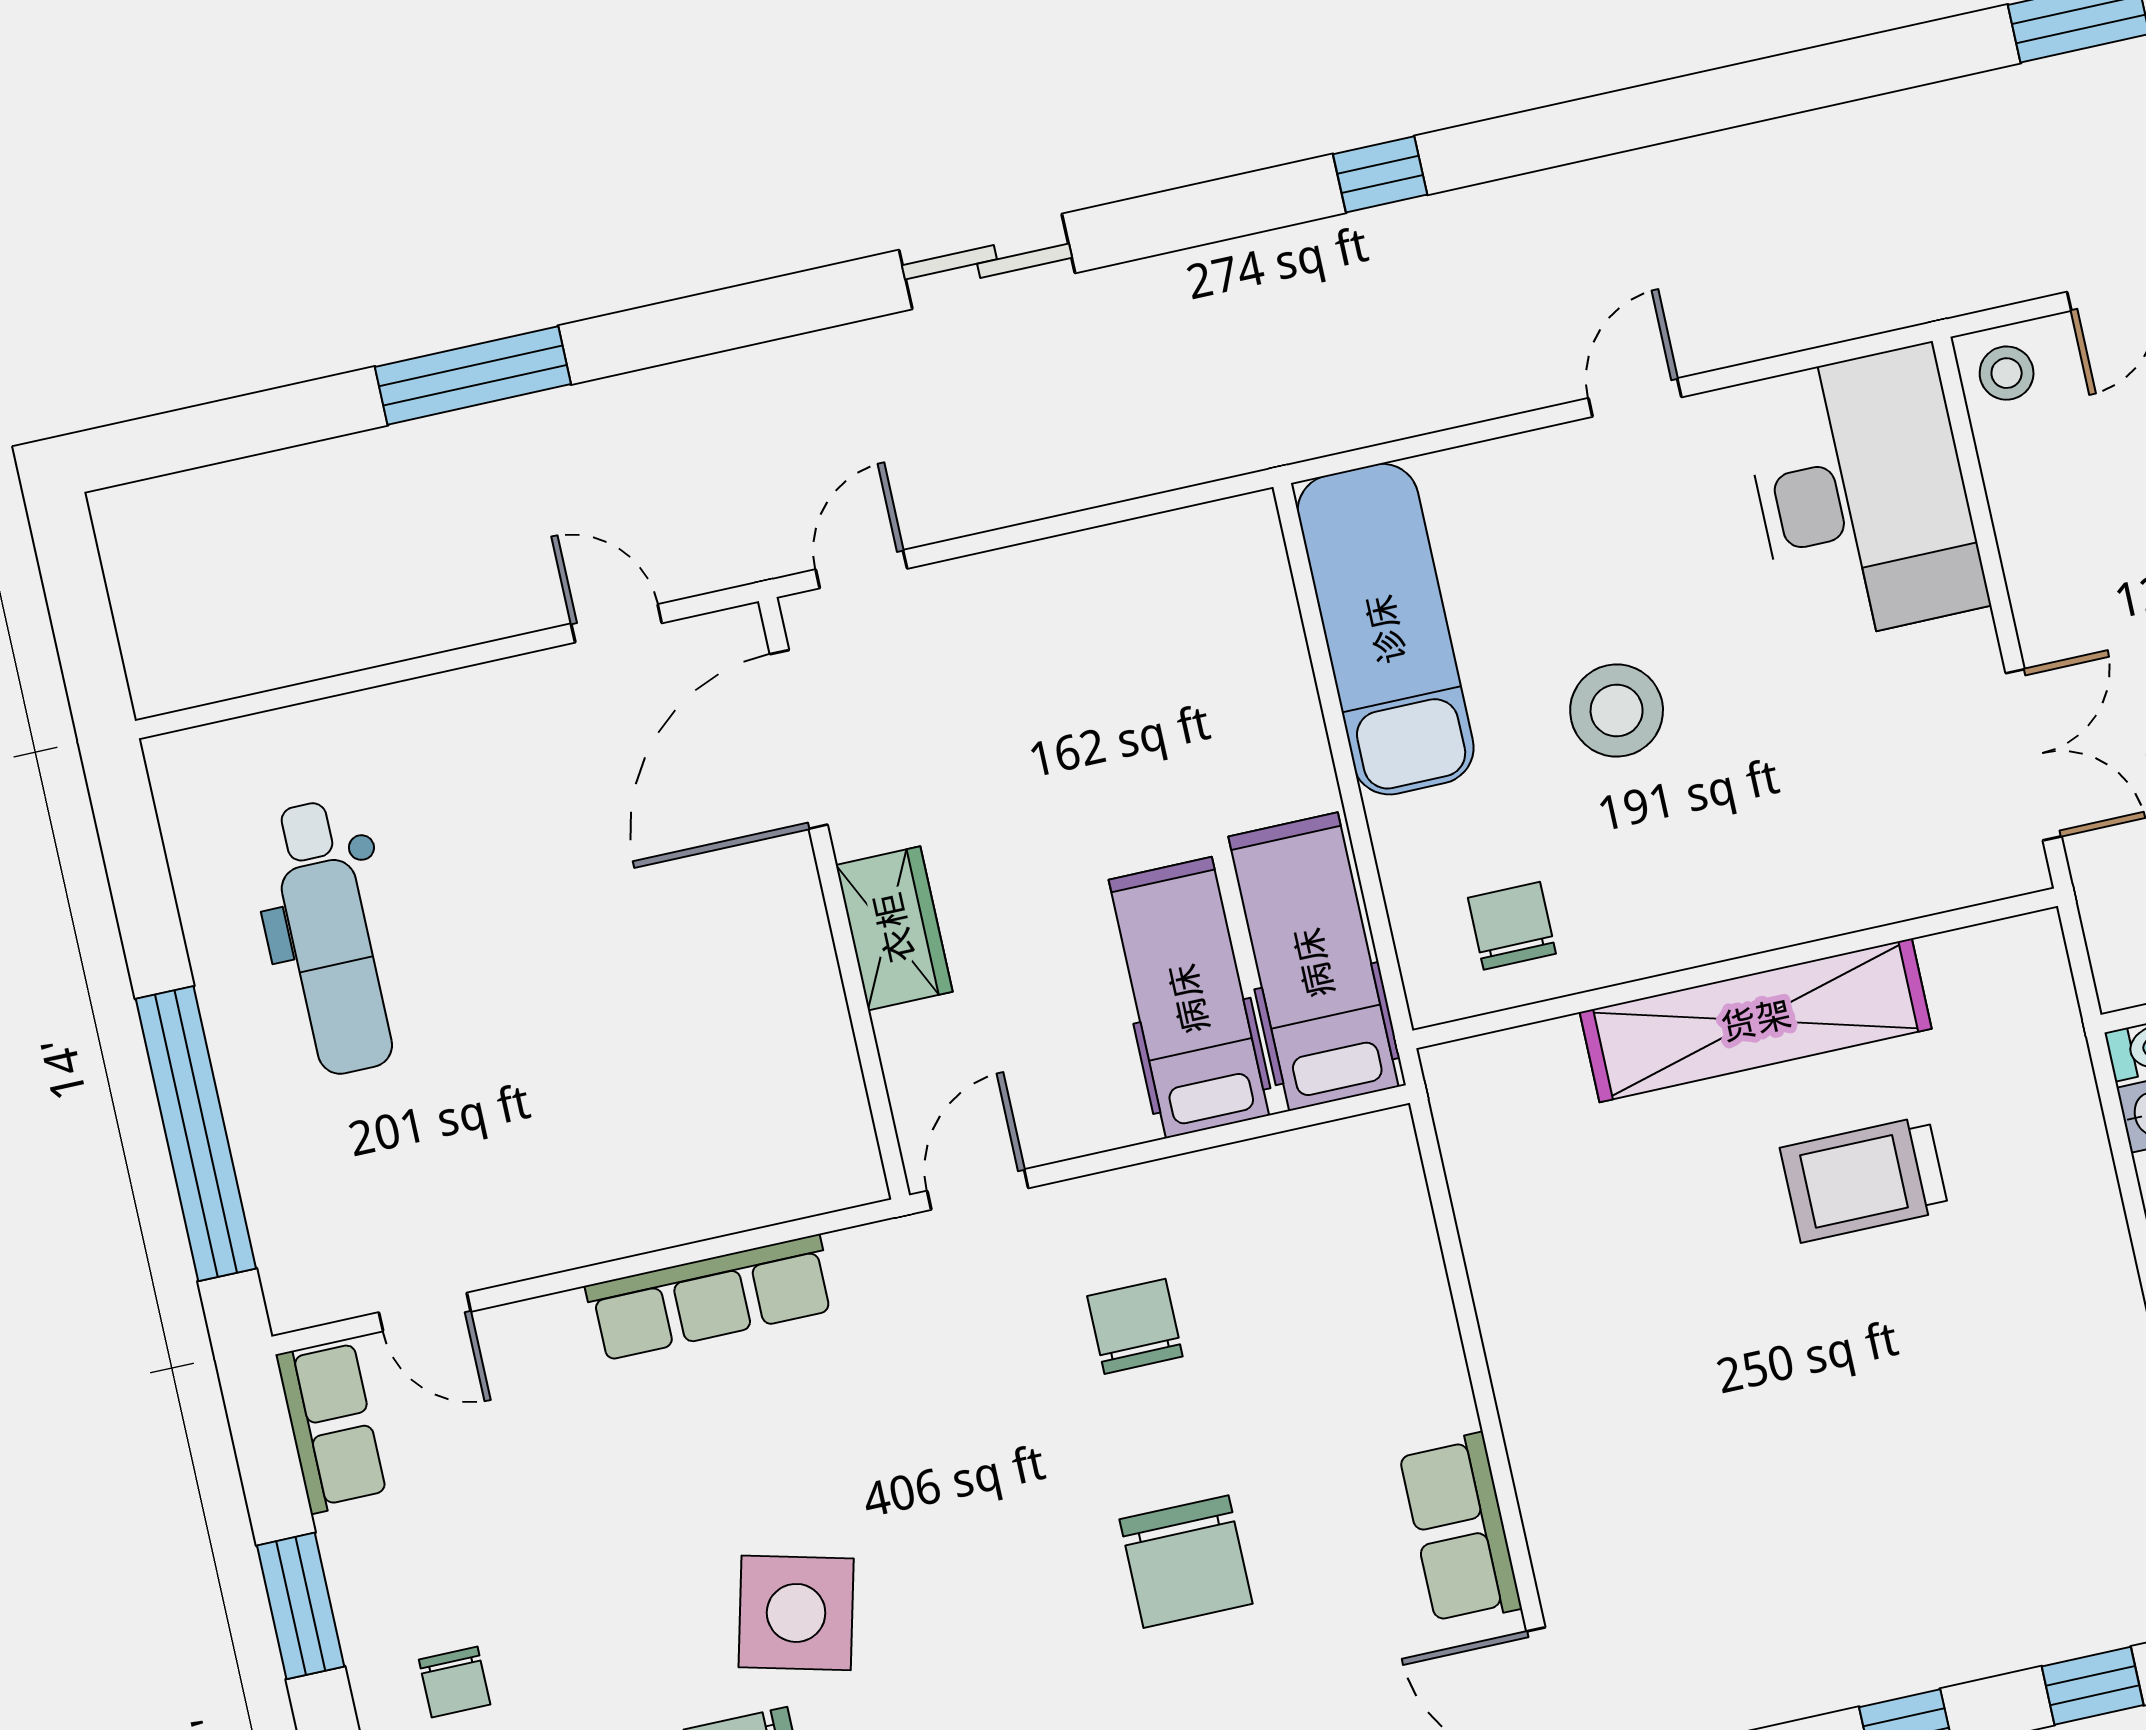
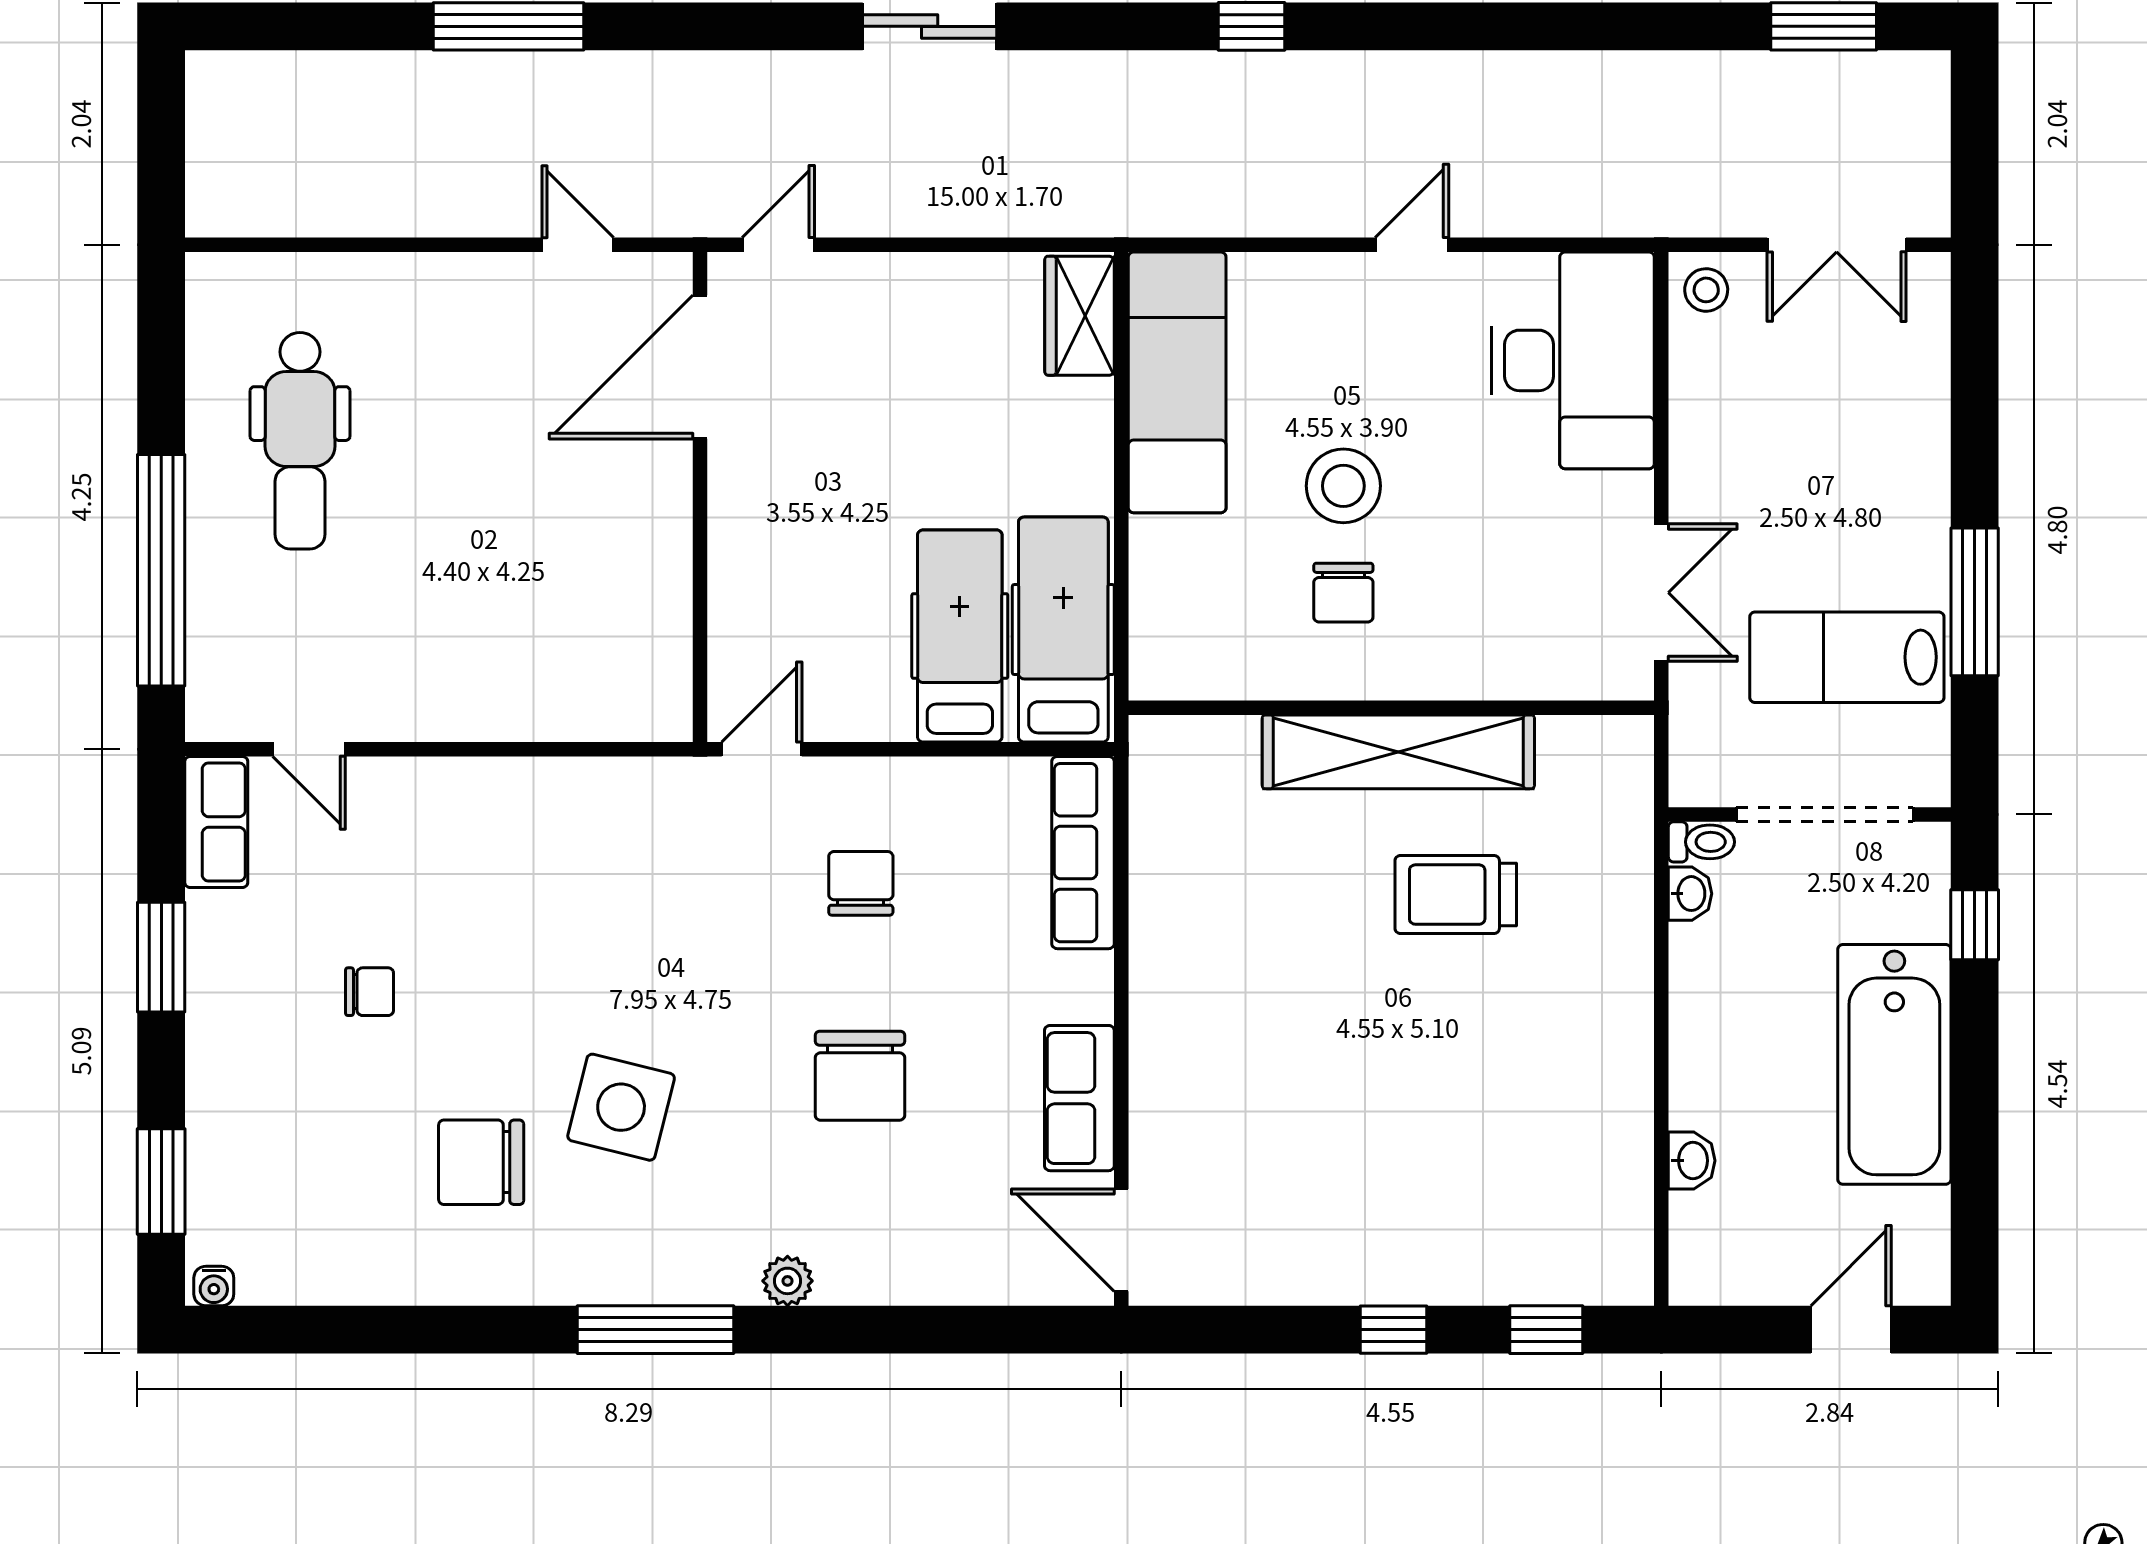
chair: (1512, 926) -> (1343, 593), moved, turned 180
wardrobe: (894, 928) -> (1080, 316), moved, turned 180
row of seats: (710, 1298) -> (1083, 853), moved, turned 90
side table: (796, 1613) -> (621, 1107), moved
chair: (455, 1682) -> (370, 992), moved, turned -90

